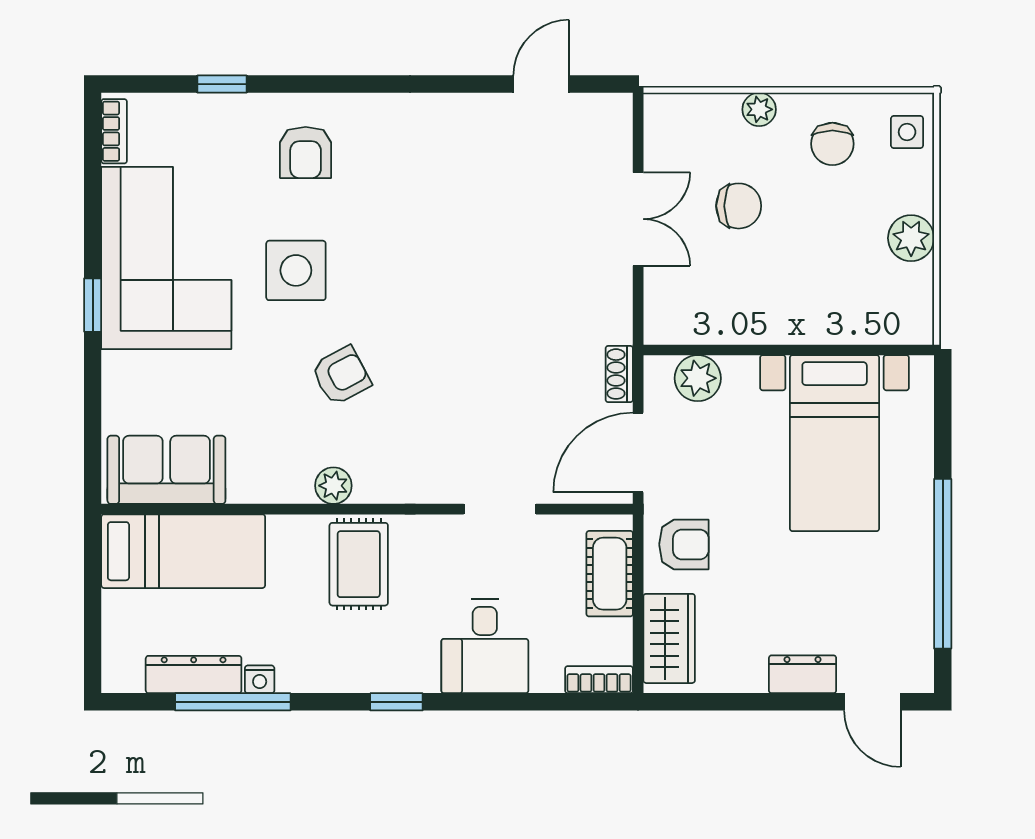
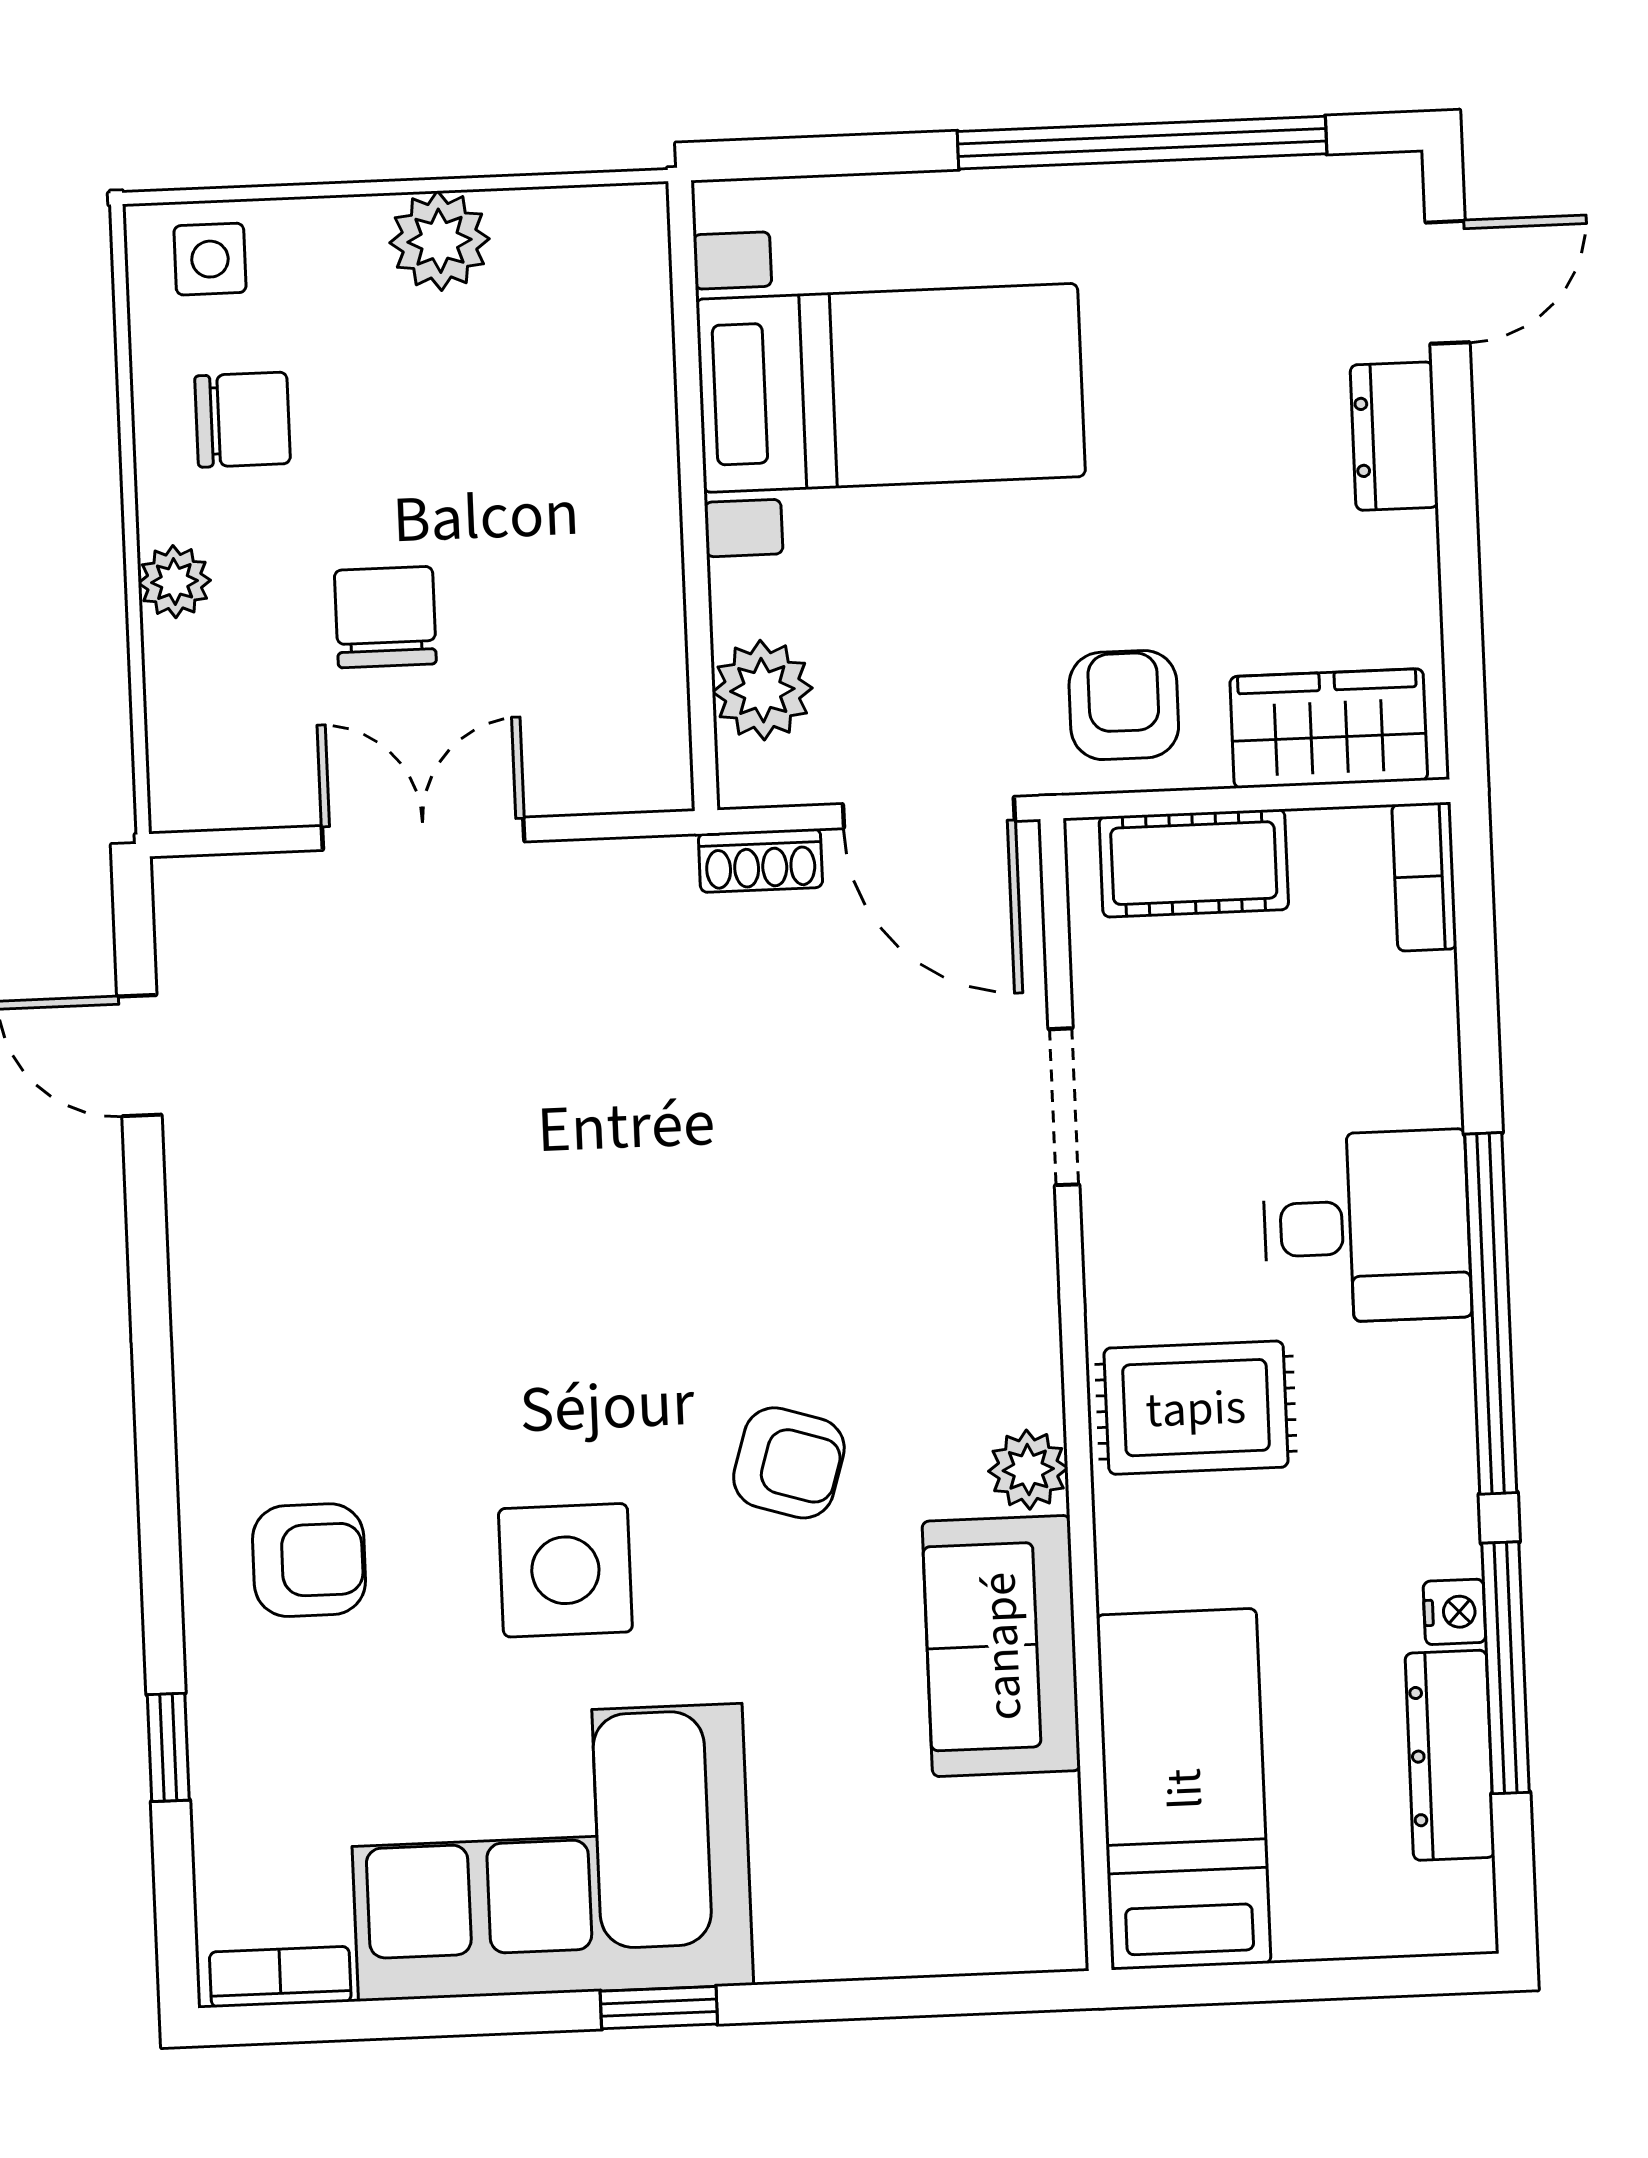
armchair: (341, 376) -> (789, 1463), turned 135
sofa: (166, 470) -> (1001, 1646), moved
desk: (485, 646) -> (1367, 1227), moved
window: (396, 702) -> (1491, 1313), width x3.17

